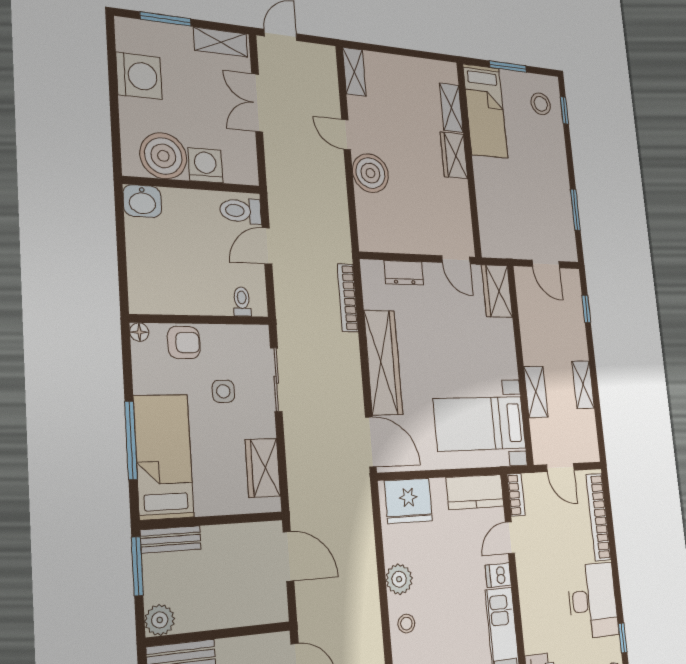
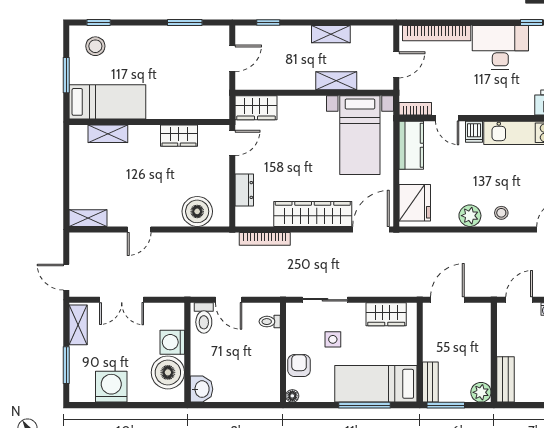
wardrobe: (454, 155) -> (179, 136), moved
boiler: (370, 173) -> (197, 211), moved

